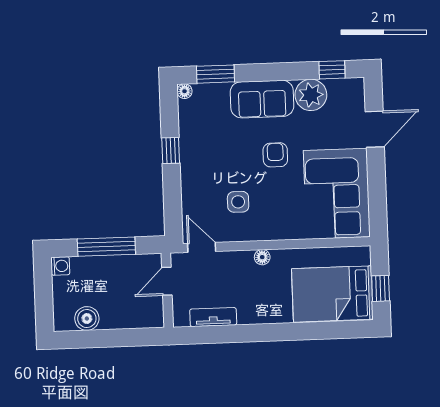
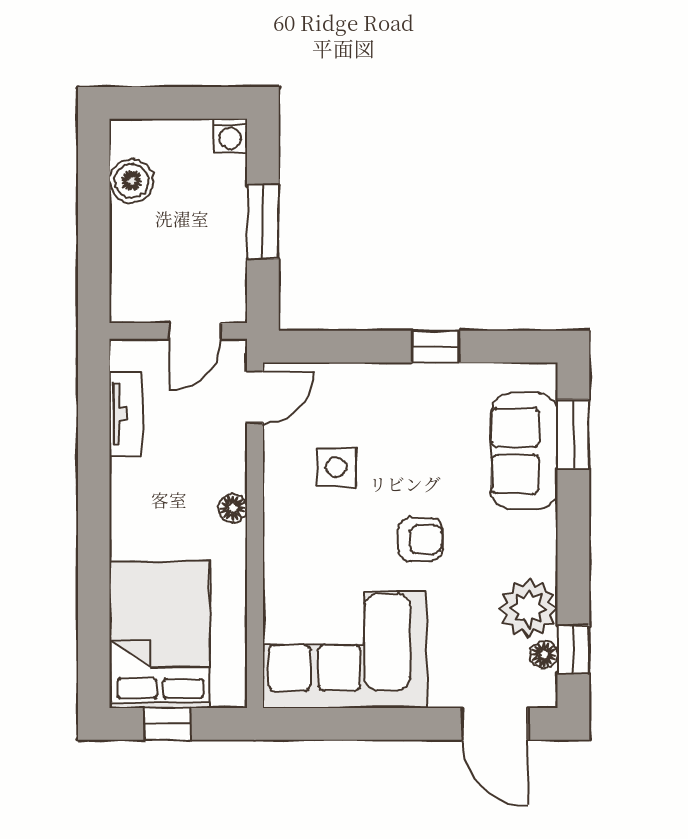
floor lamp: (184, 91) -> (544, 655), moved
sofa: (262, 99) -> (524, 451), moved
door: (375, 129) -> (495, 724), moved
window: (106, 247) -> (263, 222), width x0.69
door: (167, 281) -> (195, 331), swing flipped

